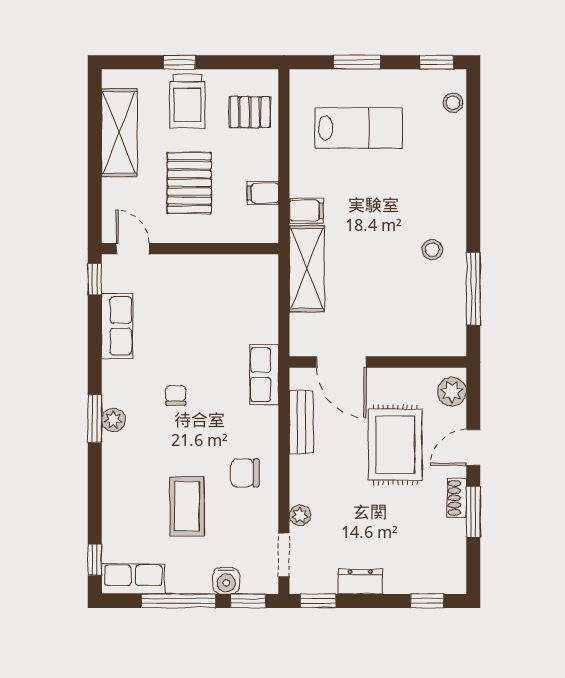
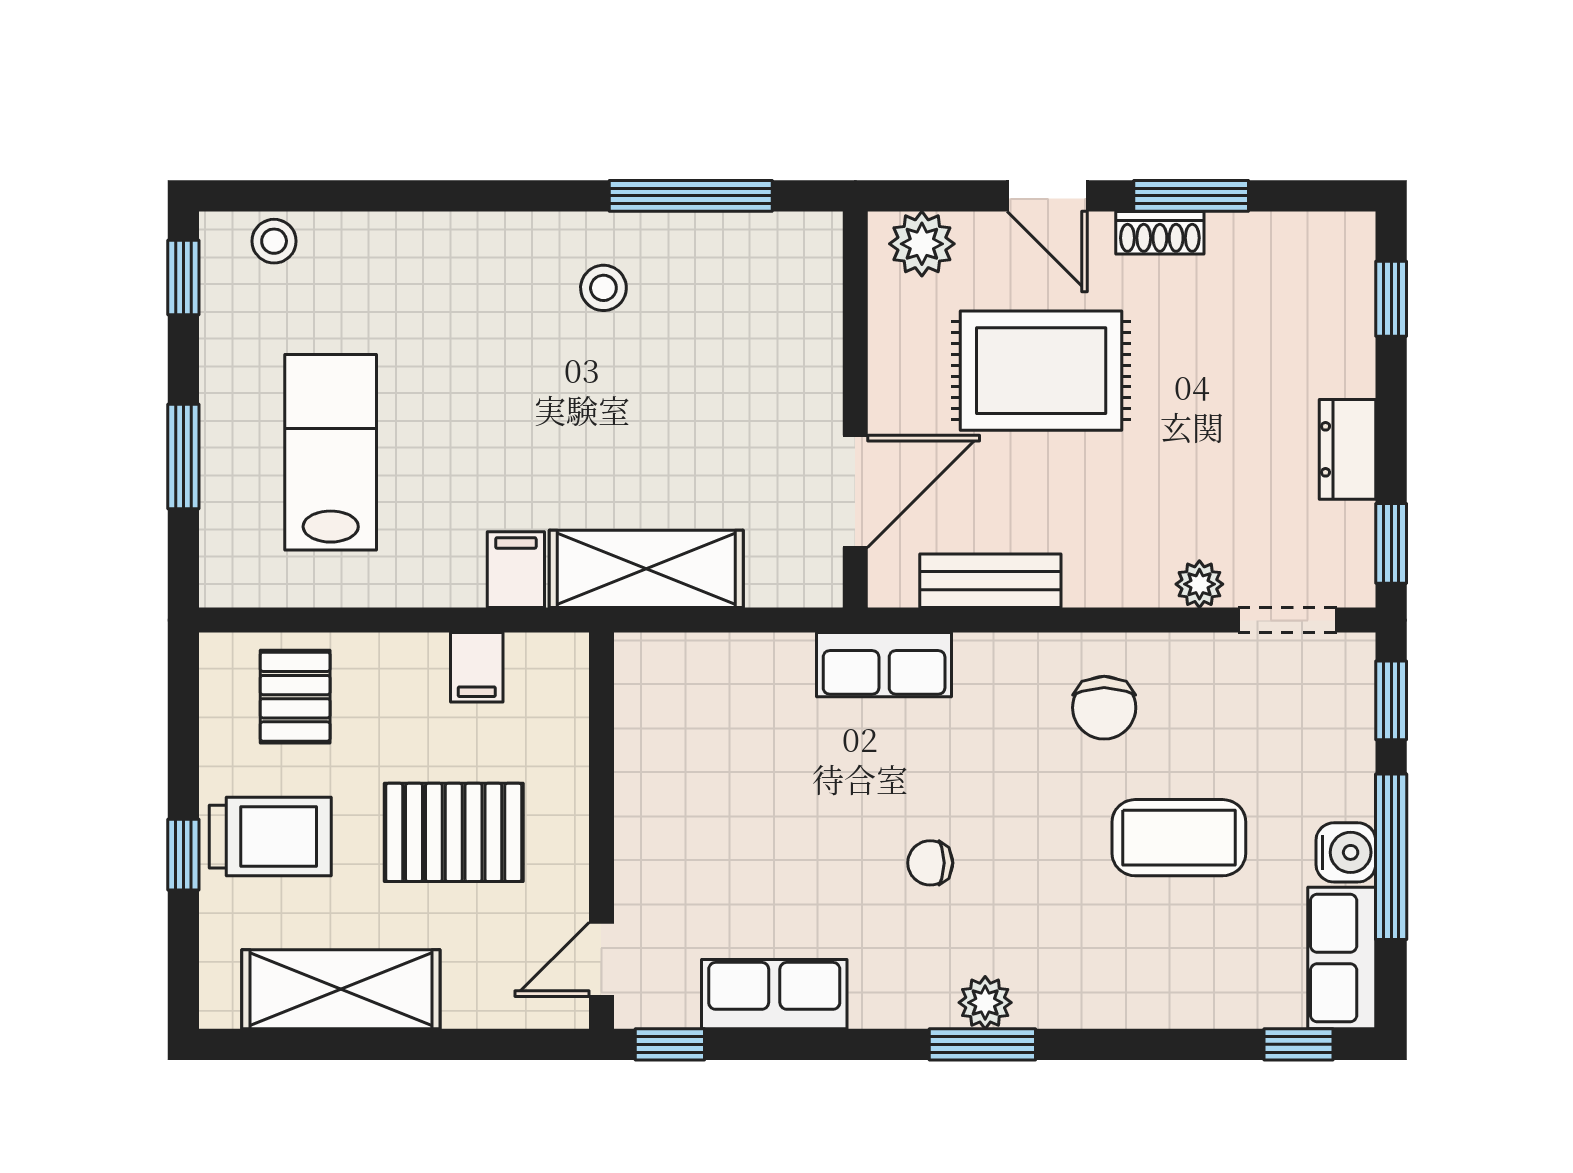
water cooler: (226, 581) -> (1346, 852), moved

